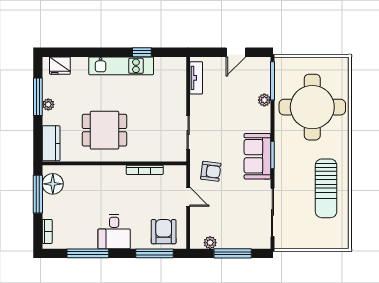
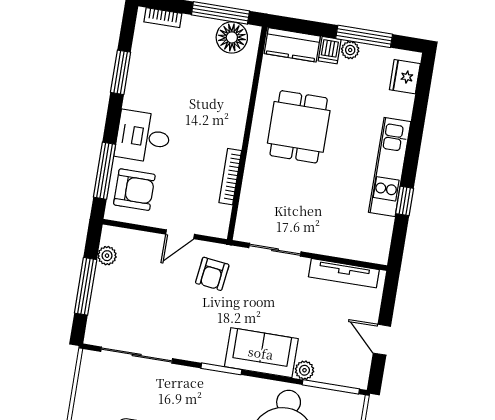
tv unit: (196, 78) -> (344, 273), width x1.41
dishwasher: (51, 118) -> (330, 50), added
sofa: (257, 156) -> (261, 353), moved
desk: (114, 232) -> (143, 137), moved
window: (88, 253) -> (121, 72), width x0.69

